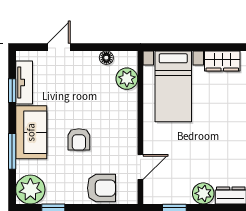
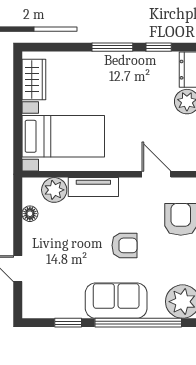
tv unit: (24, 82) -> (93, 187), moved, turned 180
window: (12, 151) -> (138, 323), width x2.11

